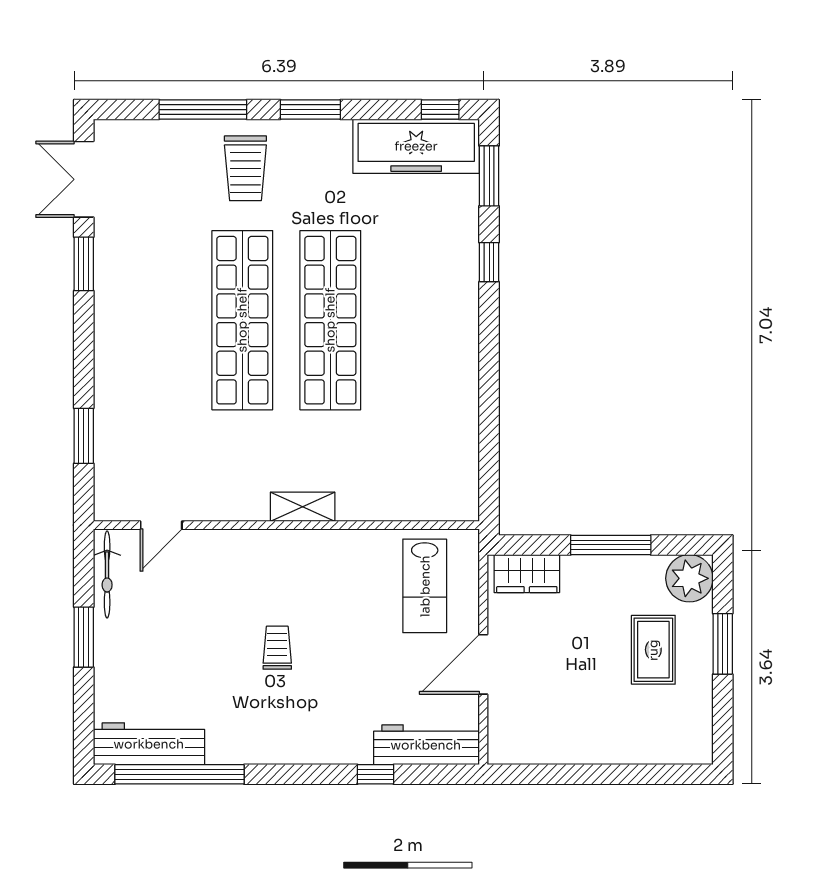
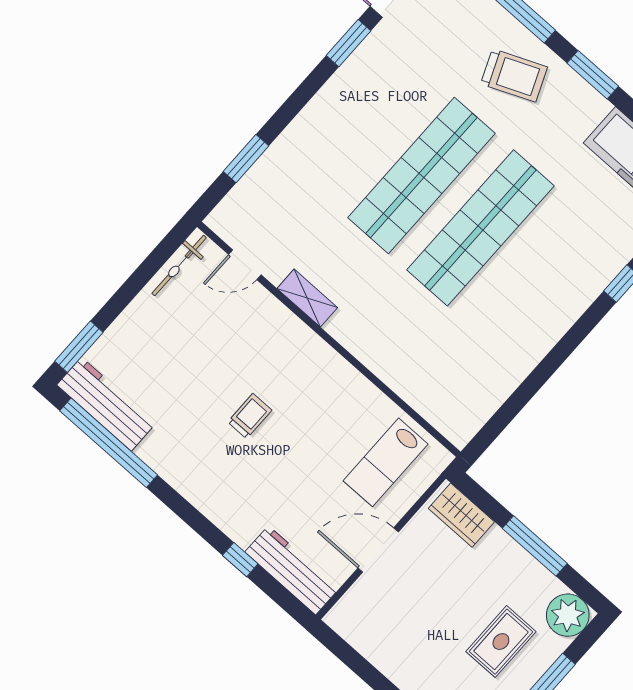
trolley: (245, 168) -> (514, 75), turned -113
shelving: (303, 507) -> (307, 298), moved
window: (84, 637) -> (79, 347), moved

